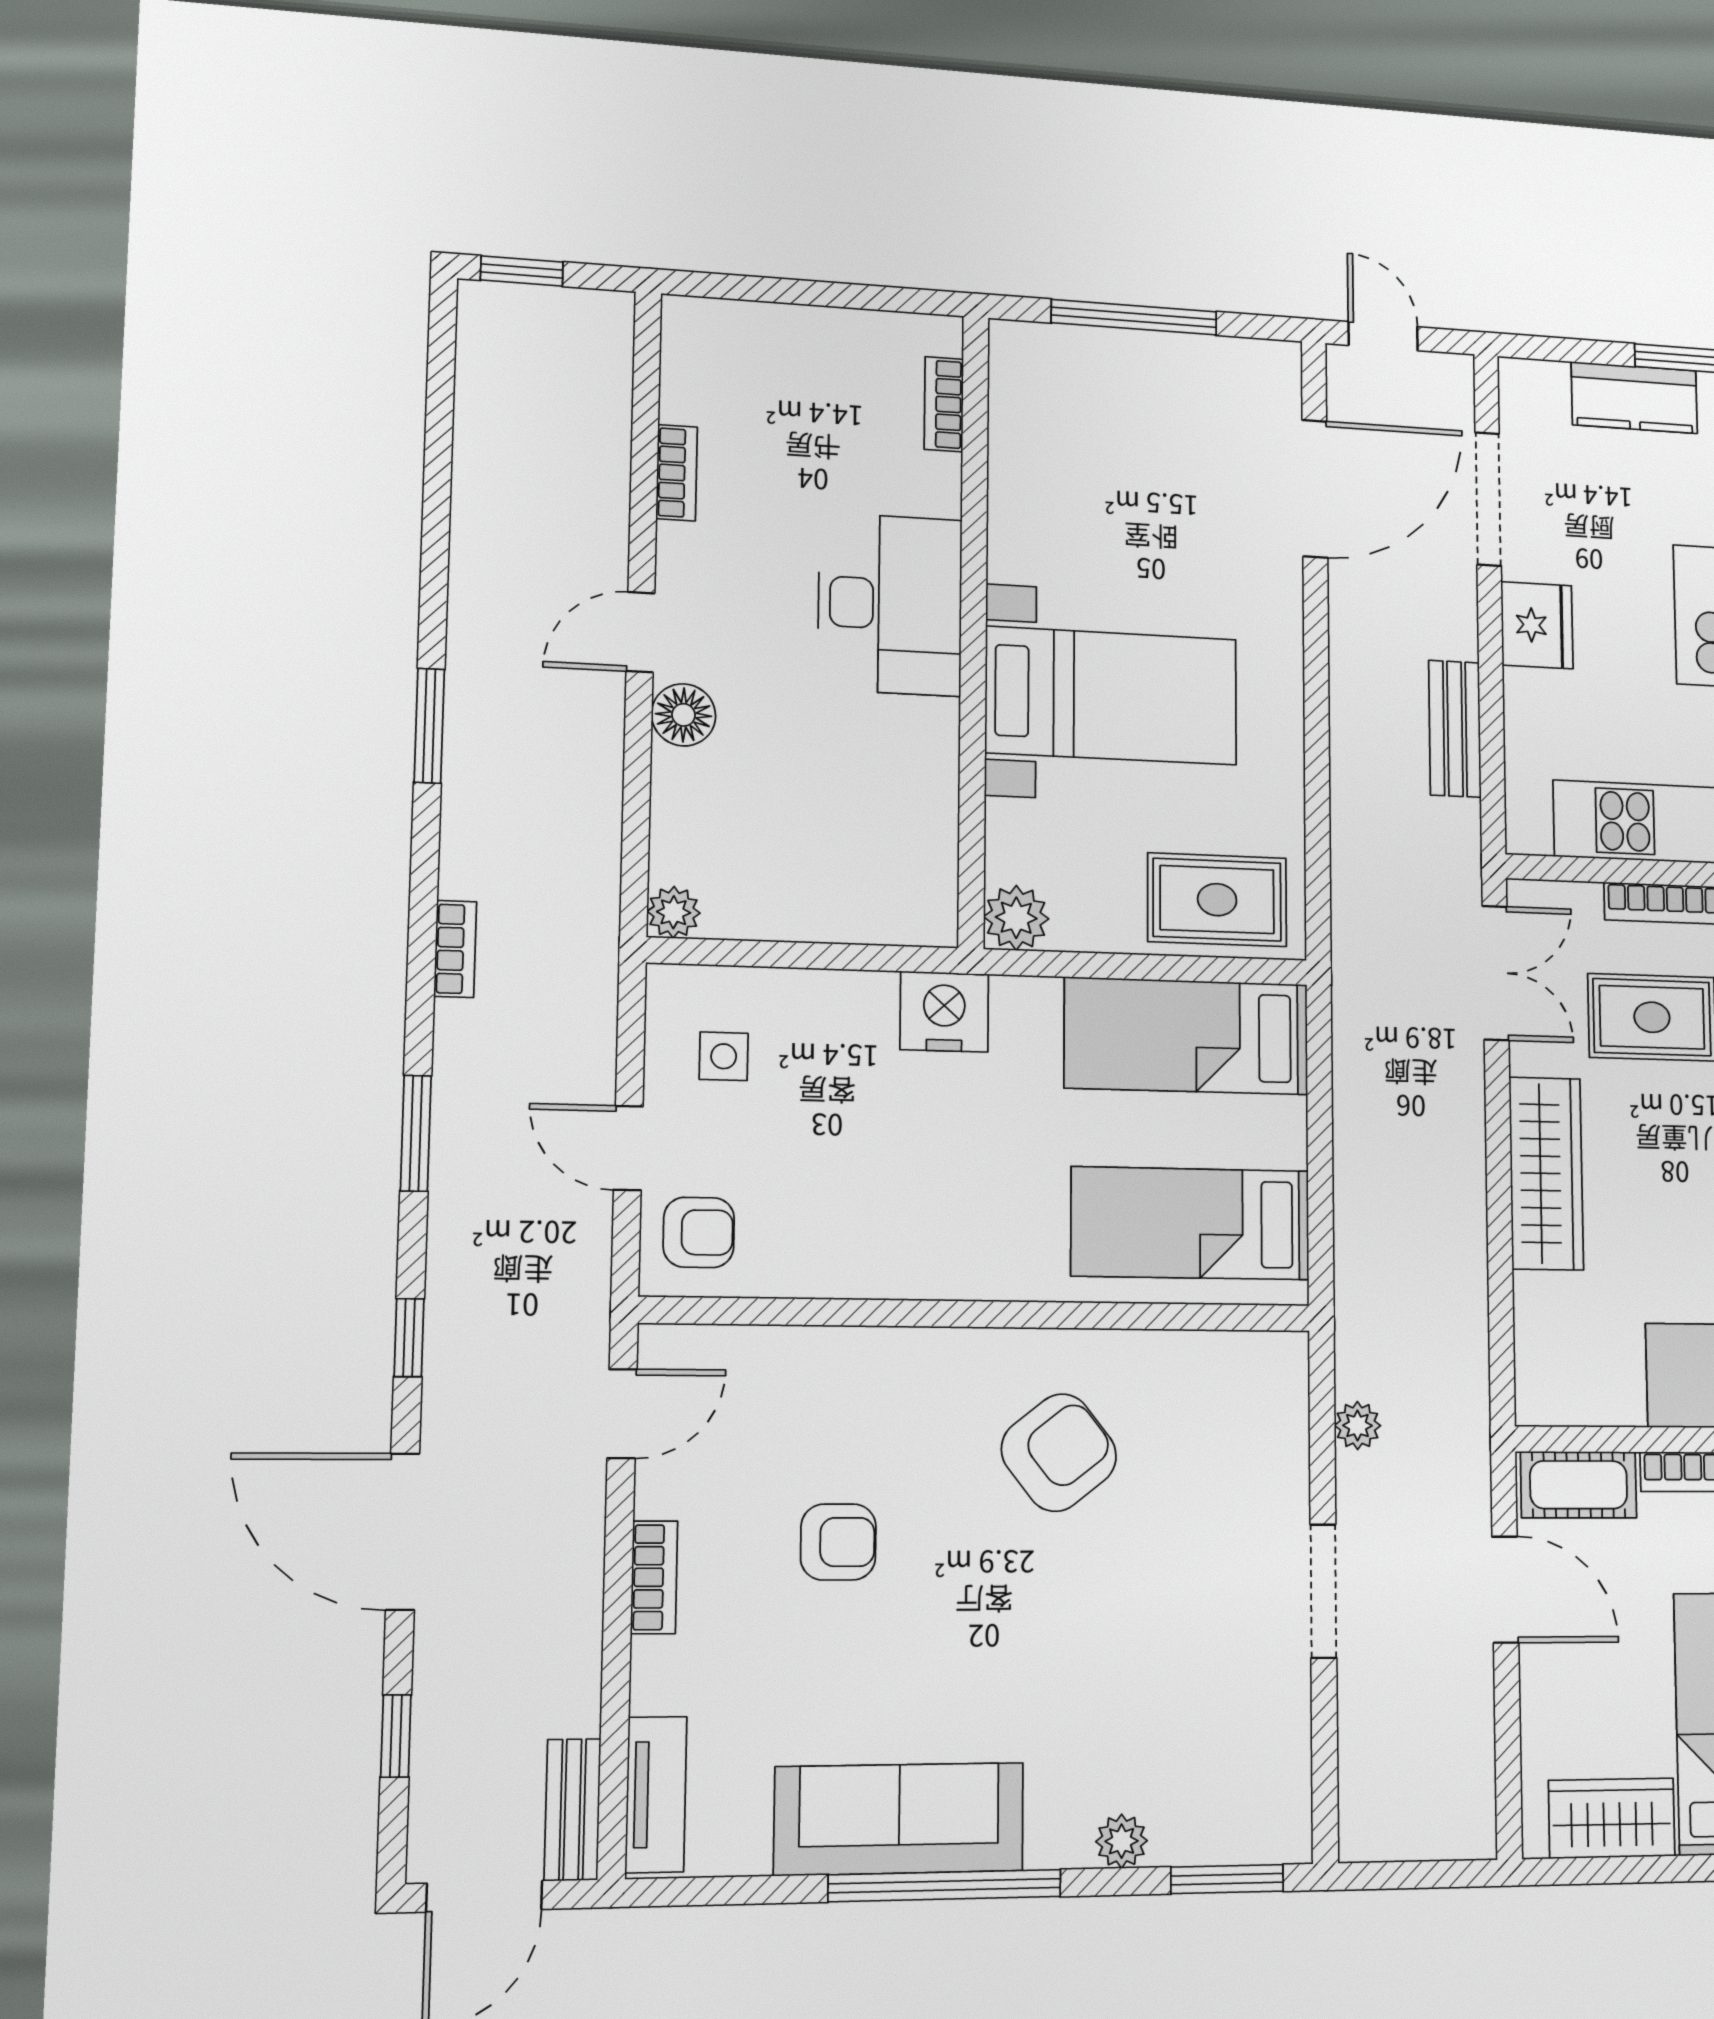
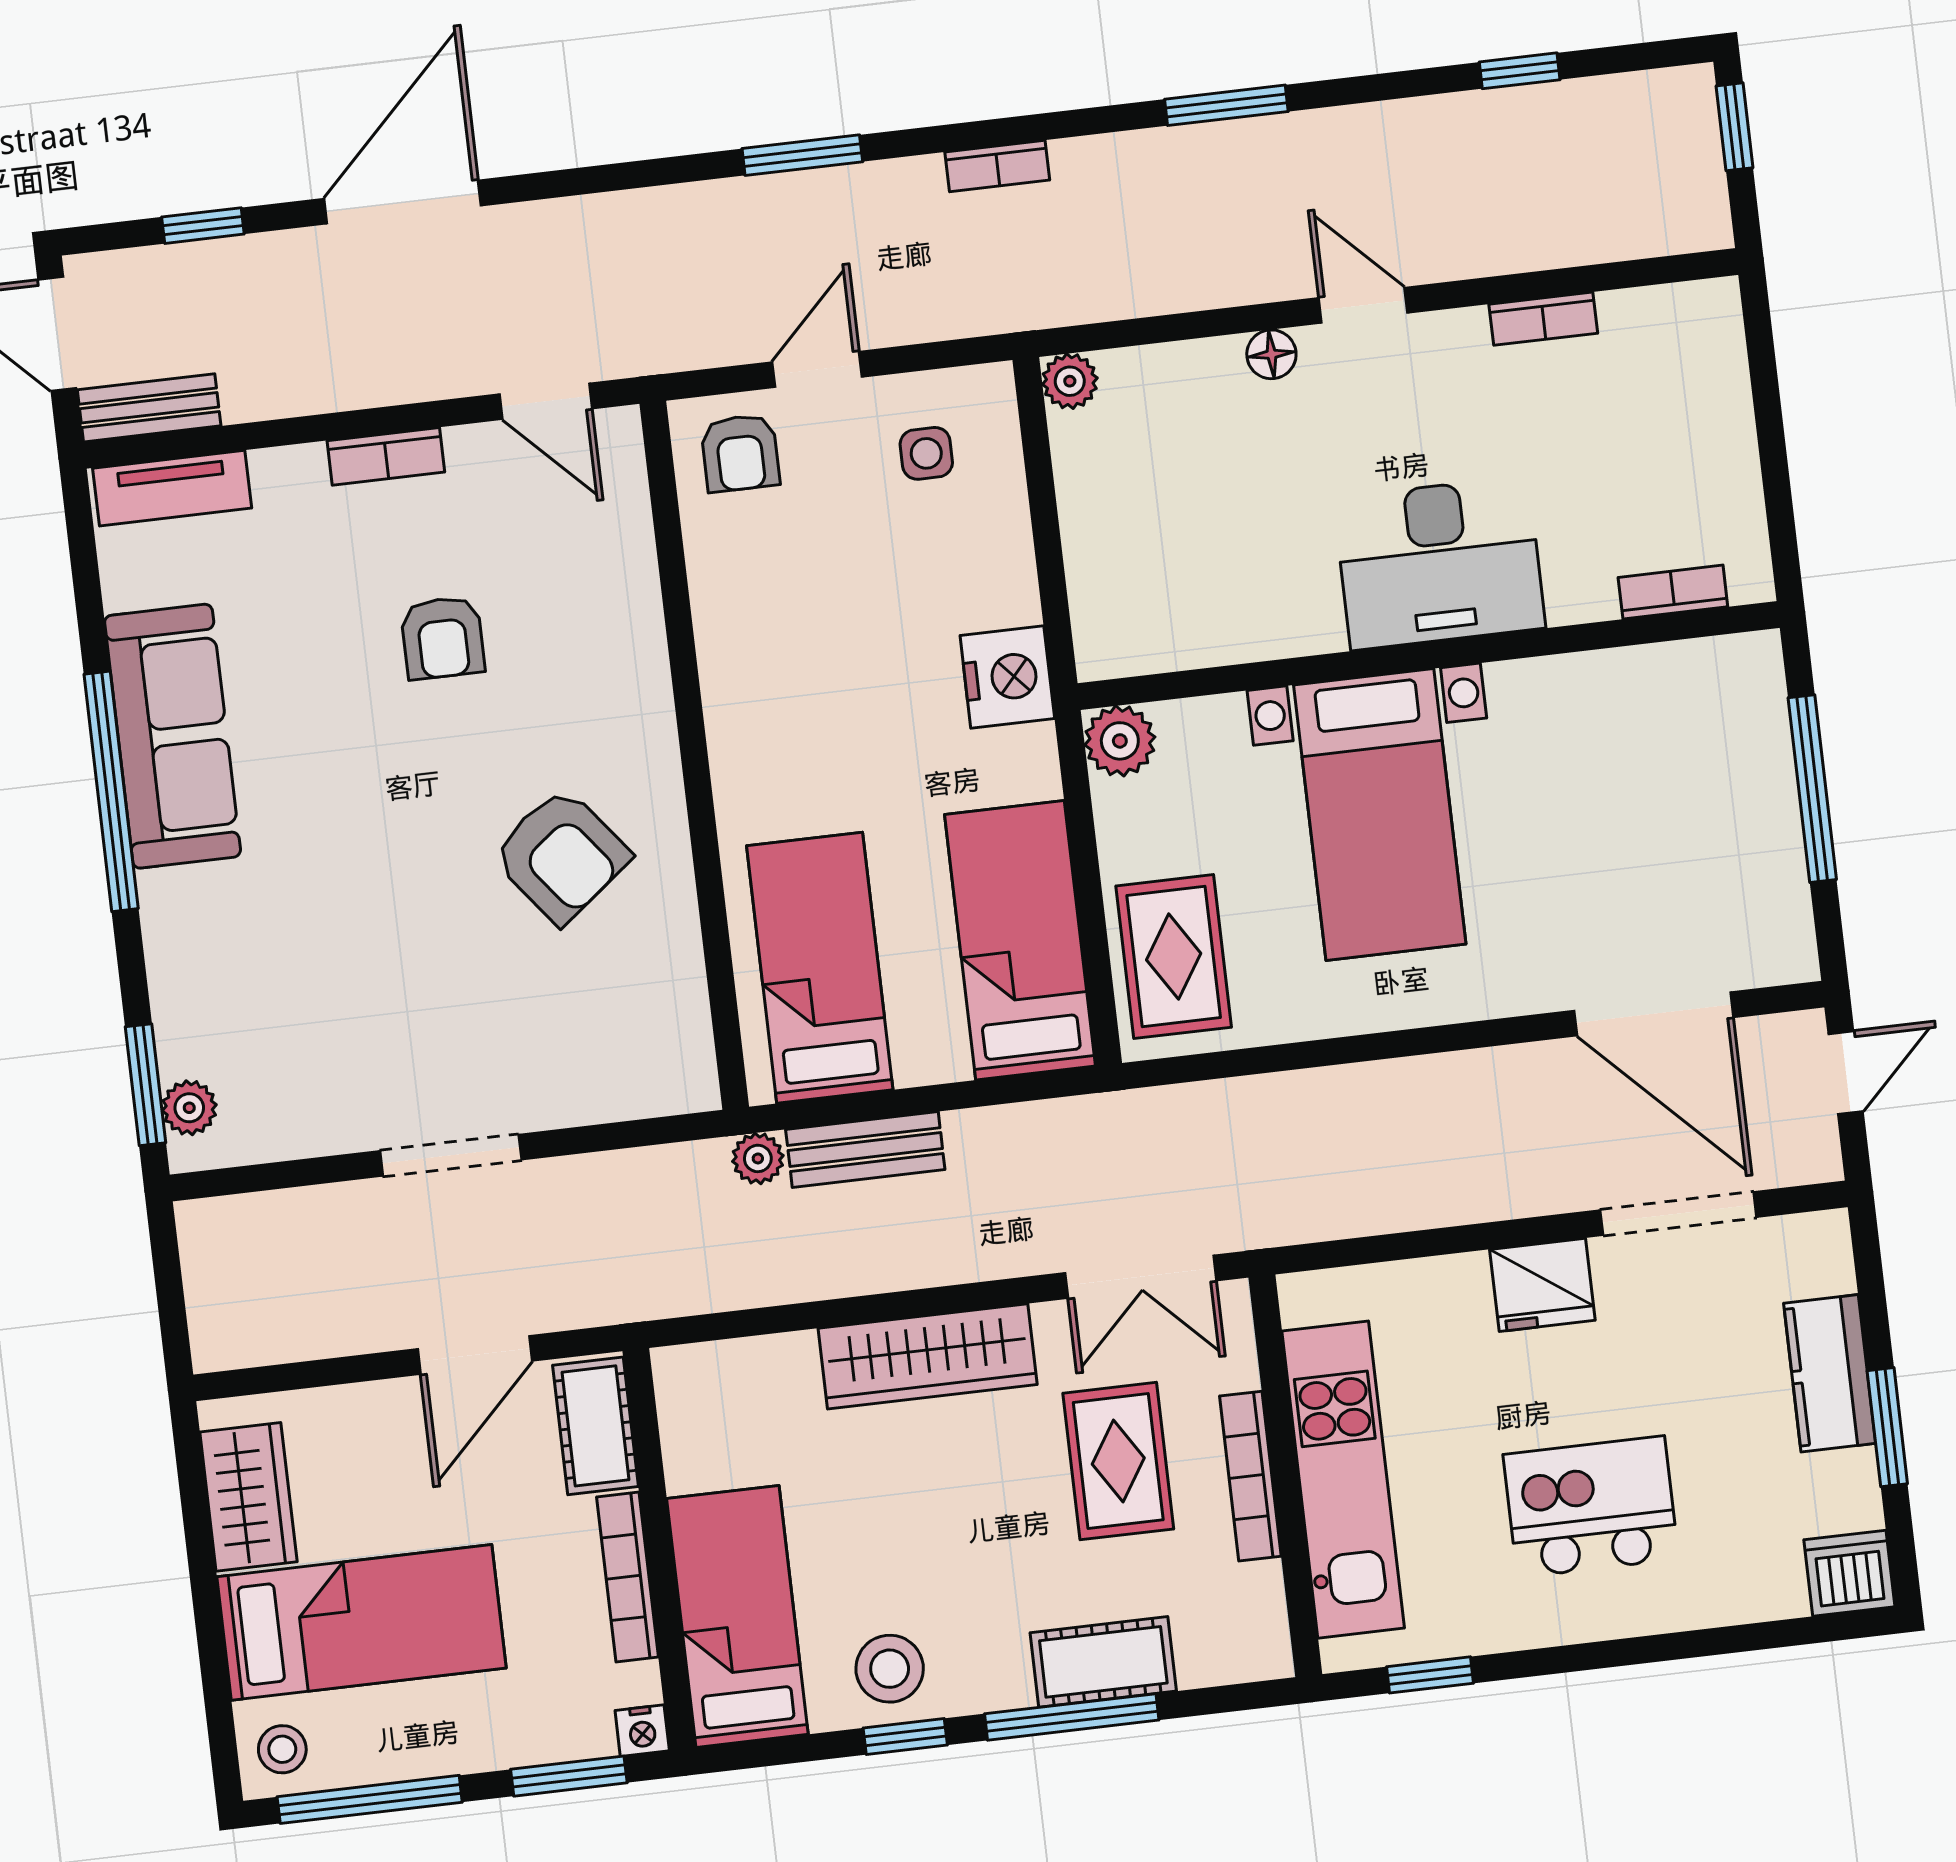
floor lamp: (684, 715) -> (1271, 354), width x0.73, depth x0.73
bench: (1455, 729) -> (865, 1150), moved
window: (409, 1338) -> (1520, 71), moved
plant: (1358, 1426) -> (758, 1158), moved
plant: (1122, 1841) -> (189, 1108), moved

